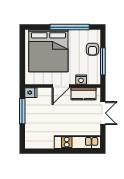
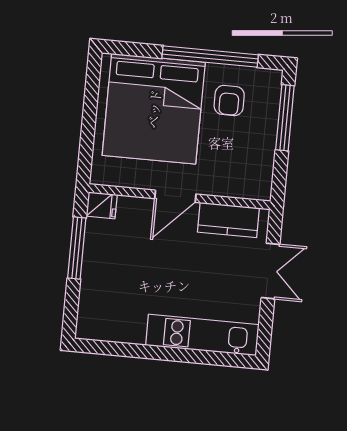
armchair: (92, 49) -> (229, 100), moved
window: (103, 61) -> (285, 118), moved
nightstand: (81, 80) -> (226, 186), removed

